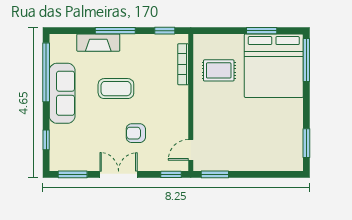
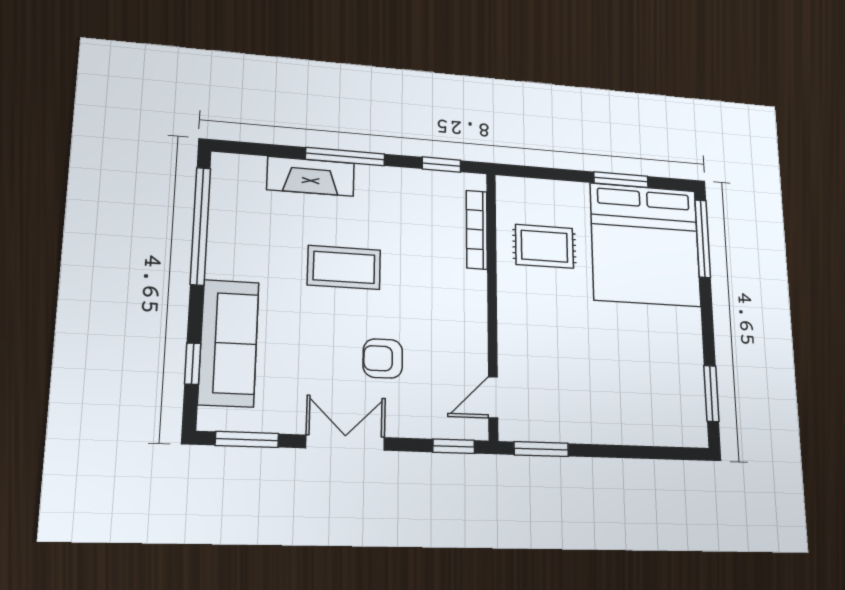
sofa: (62, 93) -> (229, 343), moved

